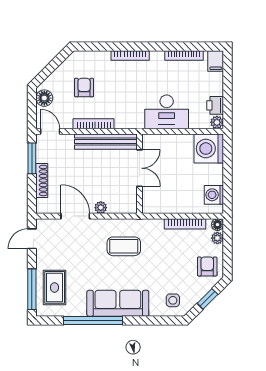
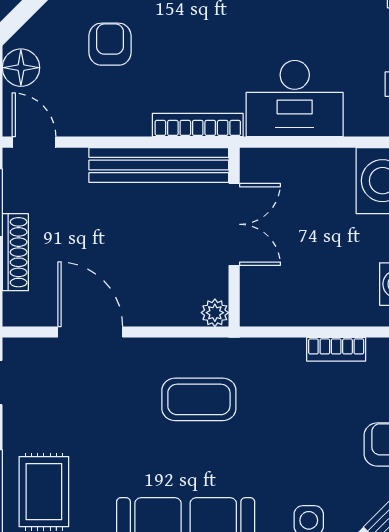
bookcase: (94, 124) -> (198, 125), moved
plant: (101, 208) -> (215, 313), moved
bookcase: (185, 224) -> (336, 349), width x0.64

